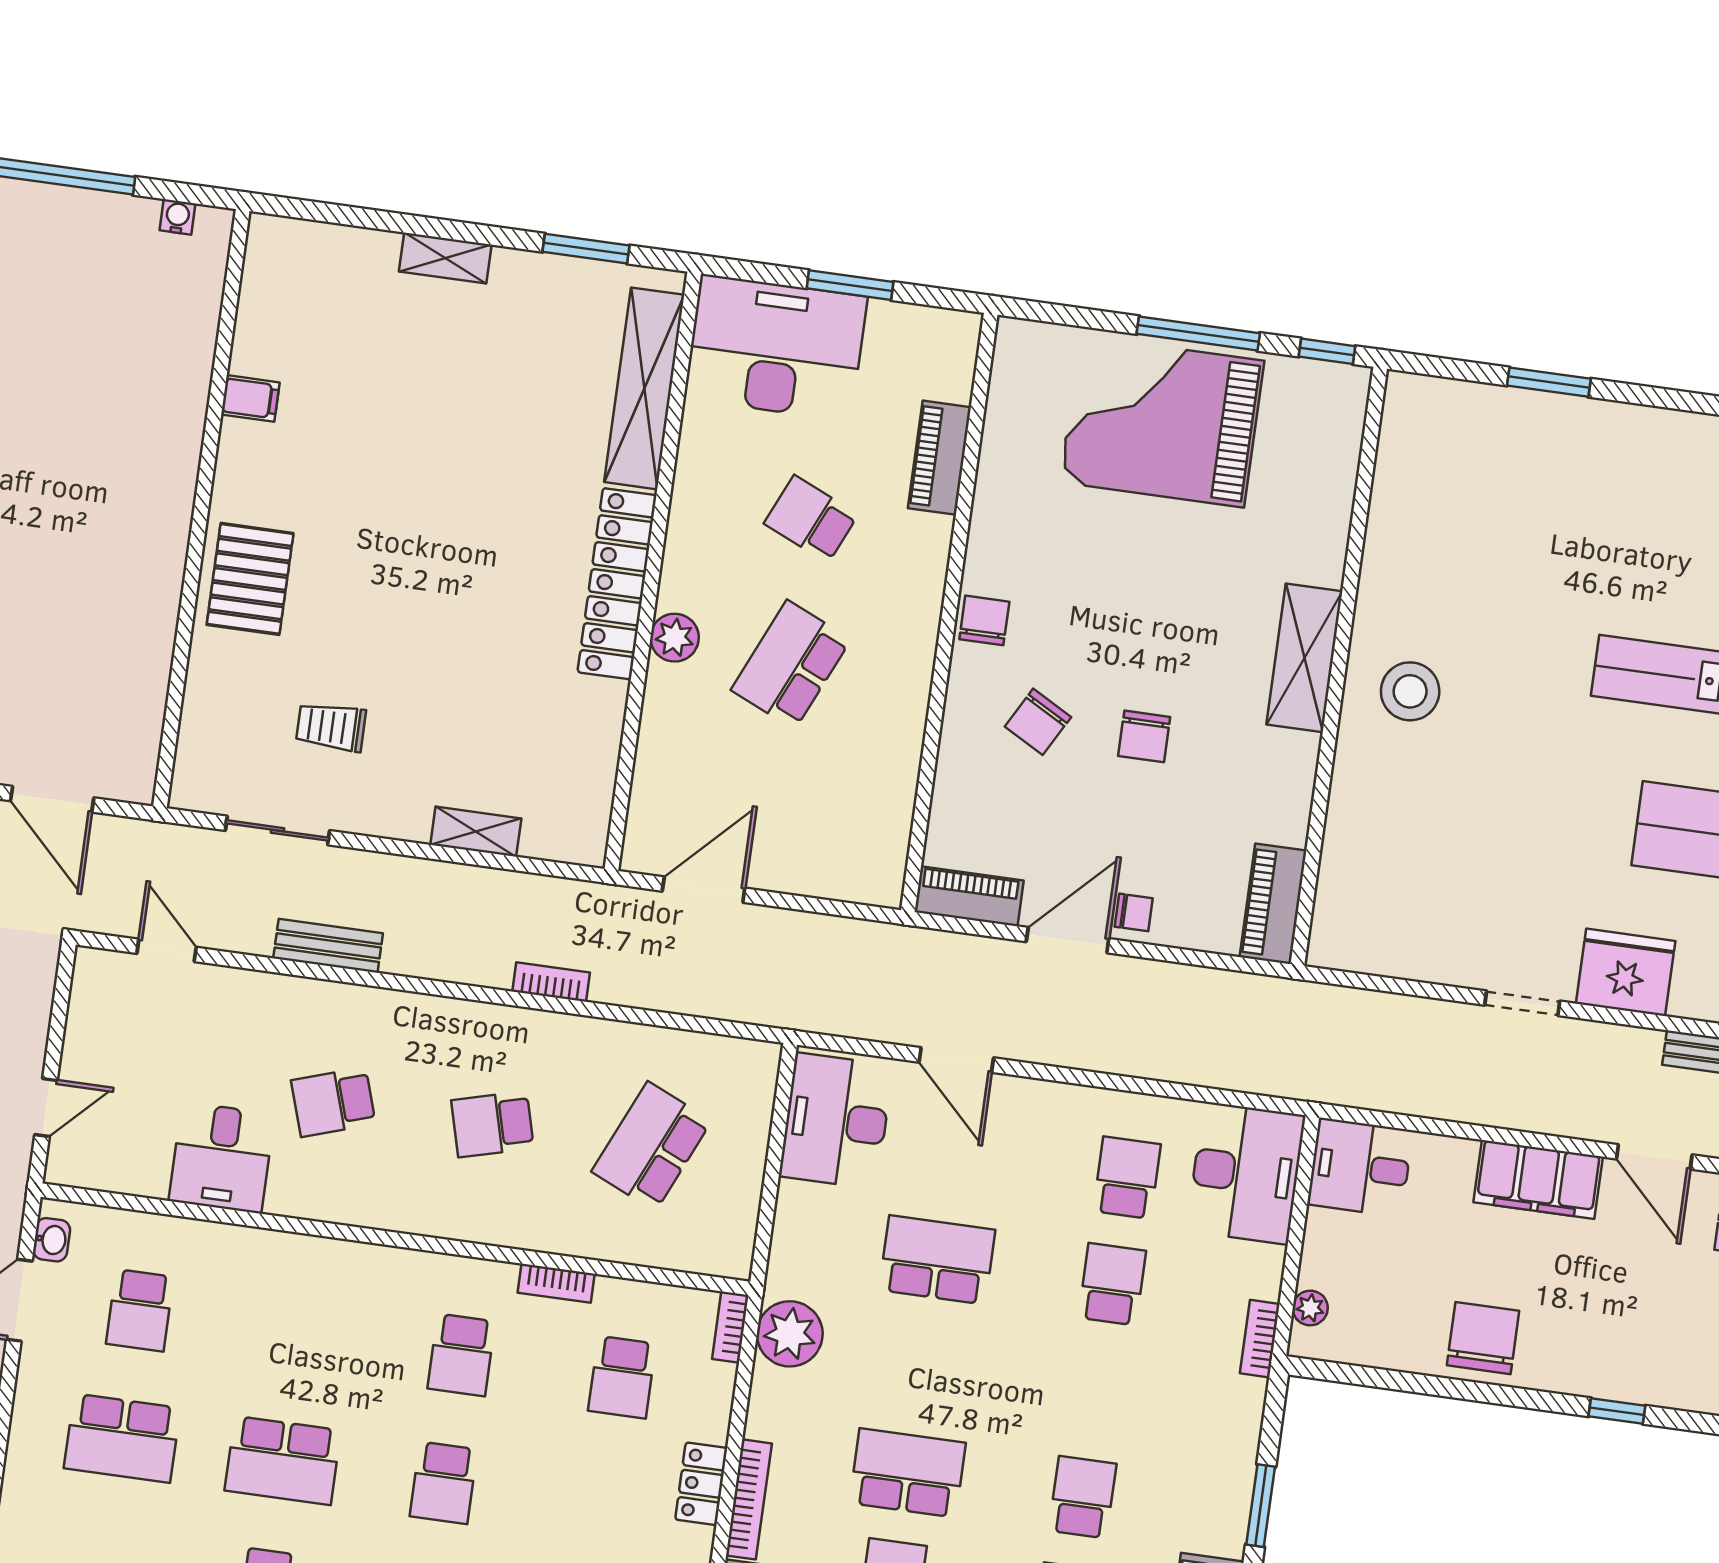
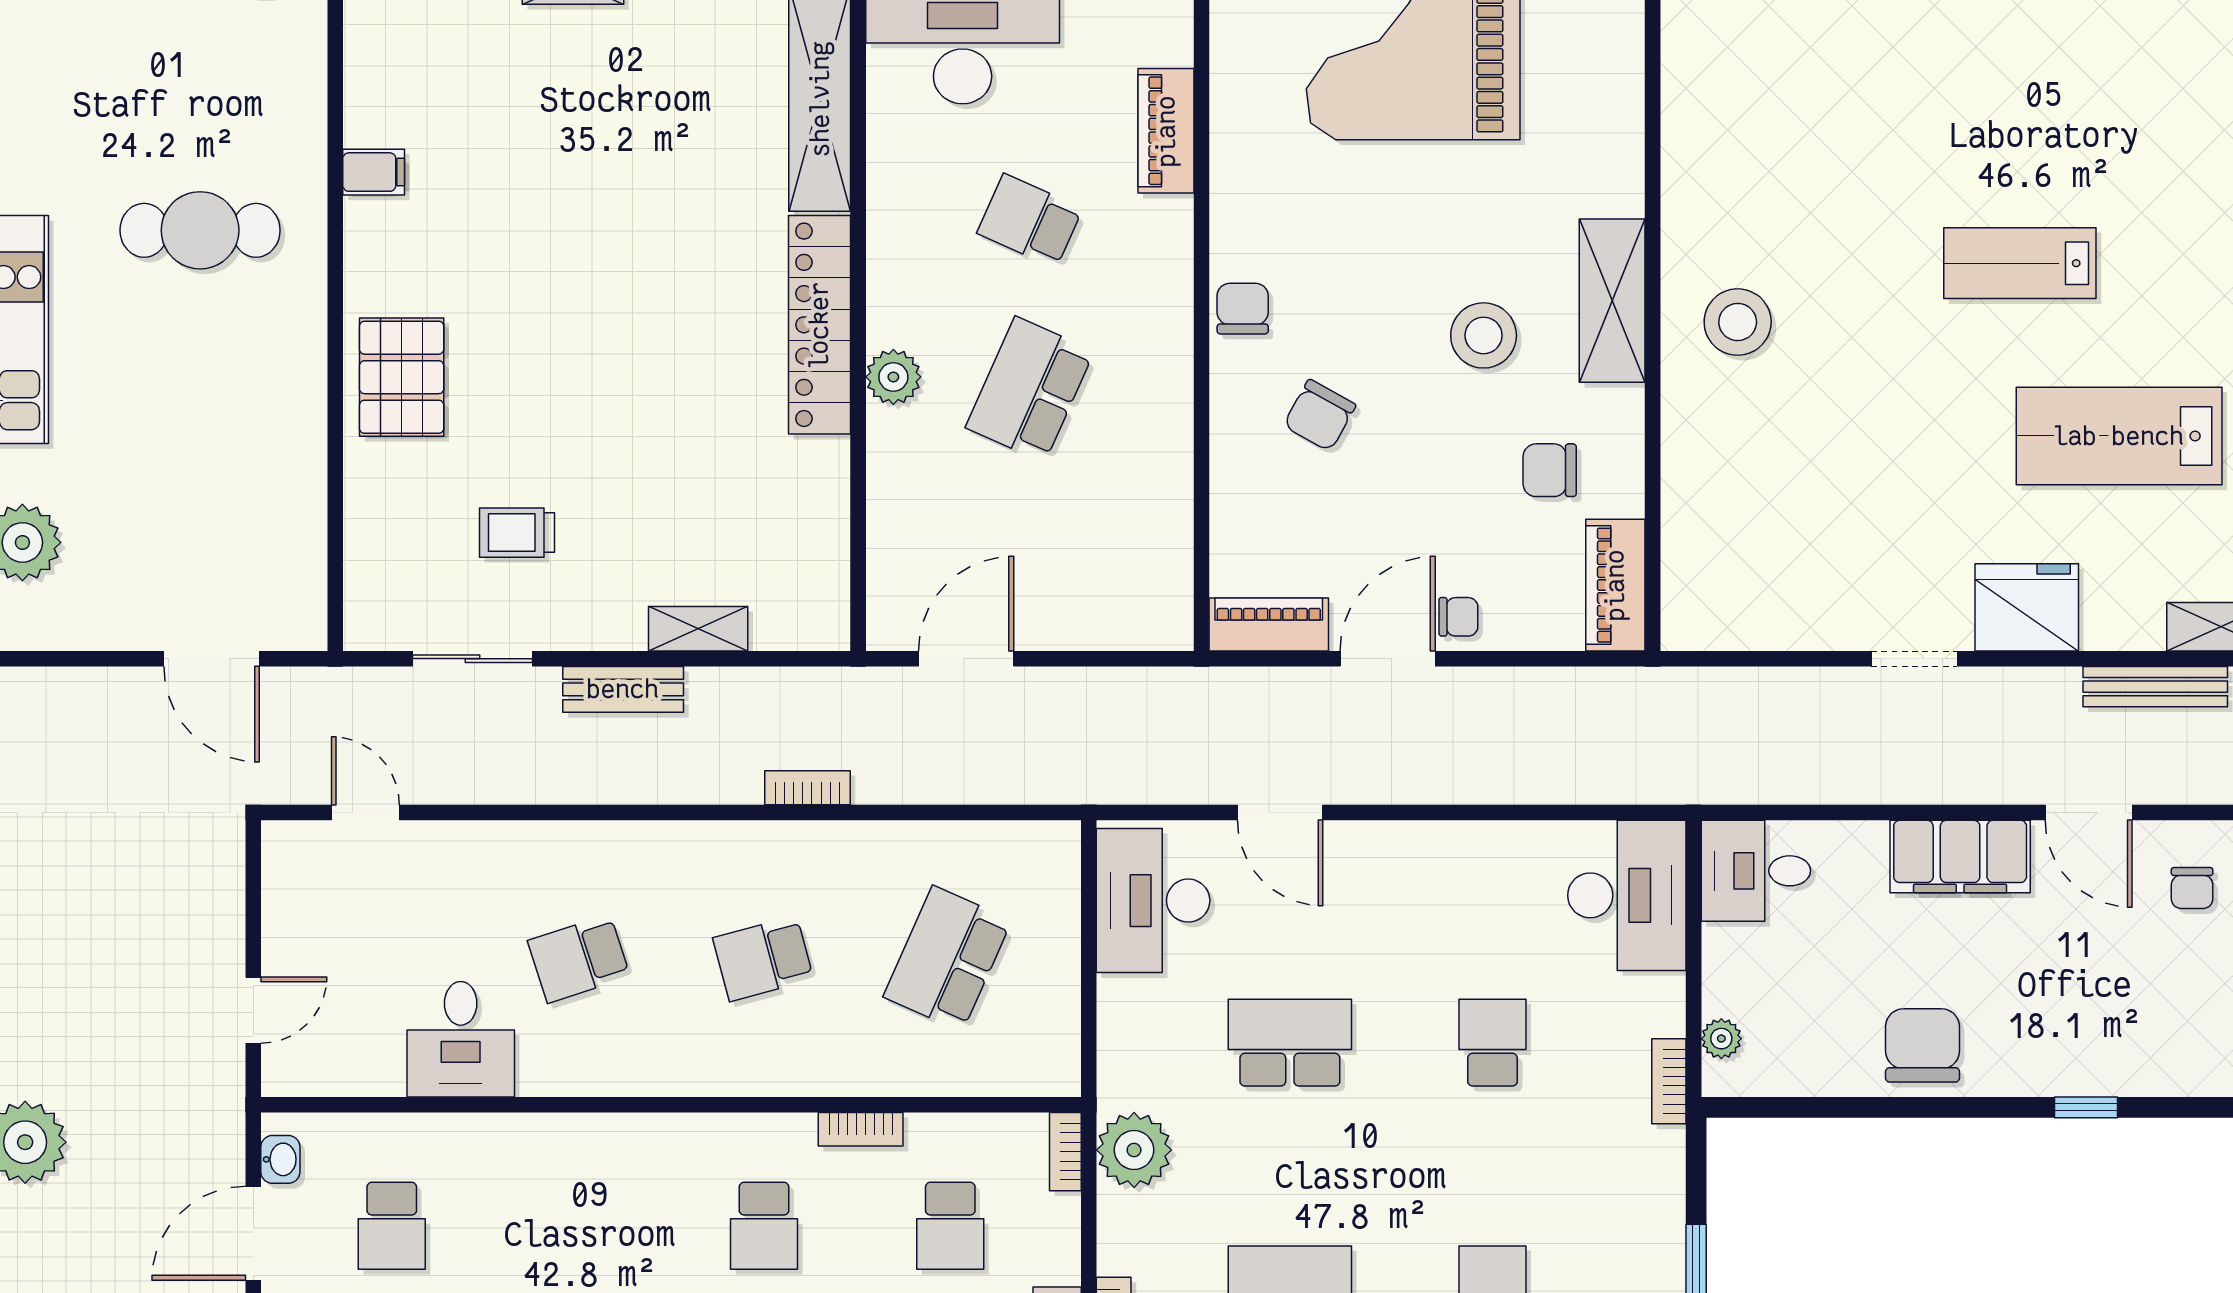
cafe table: (94, 428) -> (200, 230), added
stool: (1189, 672) -> (1484, 335), added
chair: (1144, 736) -> (1550, 470), moved, turned 90
bench: (328, 946) -> (623, 689), moved
school desk: (1127, 1178) -> (1493, 919), removed

